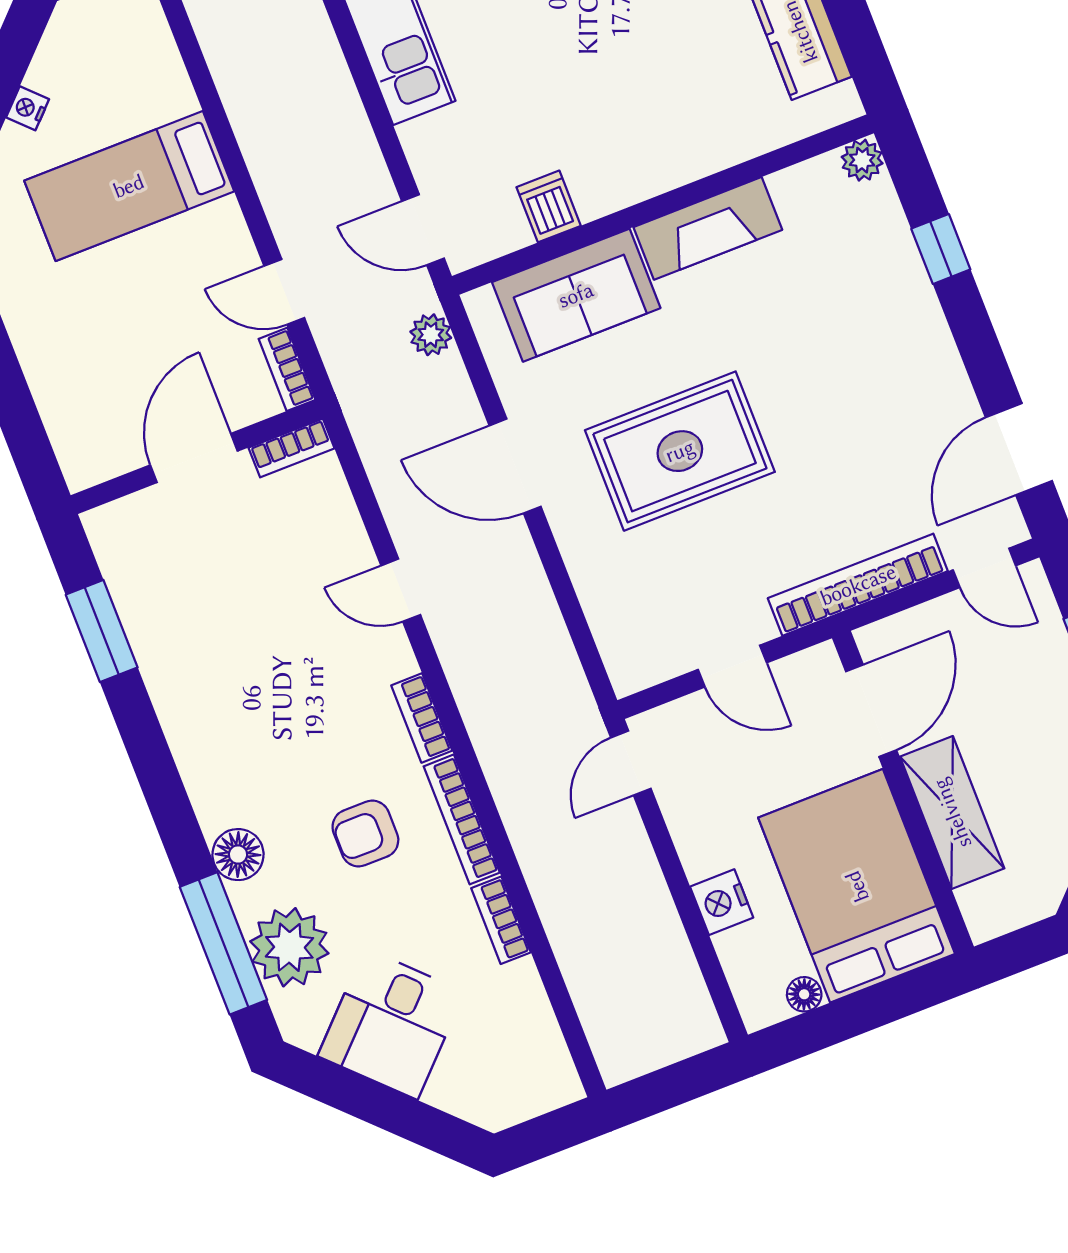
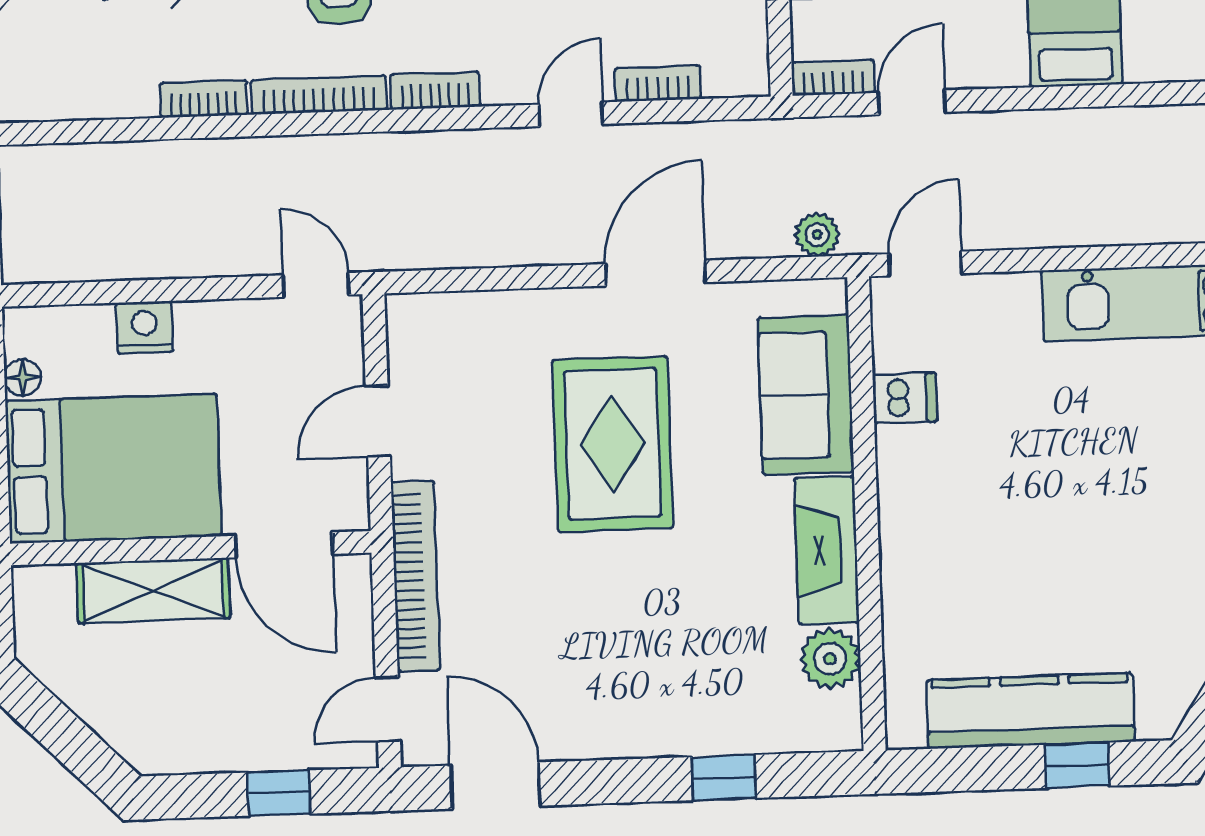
plant: (862, 160) -> (830, 659), moved, width x1.38, depth x1.38
bookcase: (291, 448) -> (658, 83), moved, turned 90

